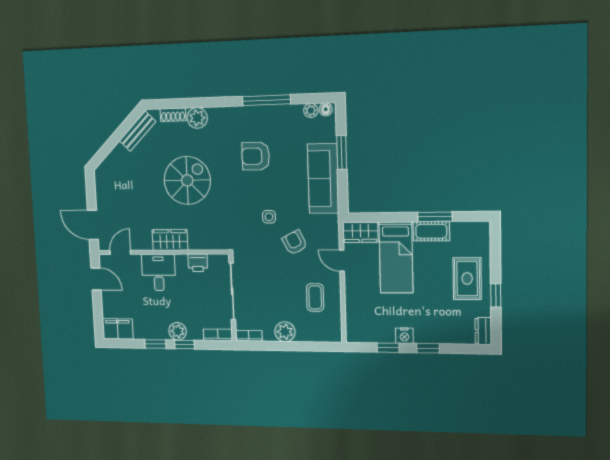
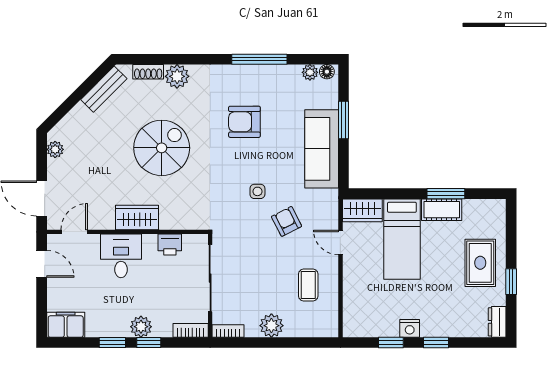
plant: (101, 183) -> (55, 149), added

